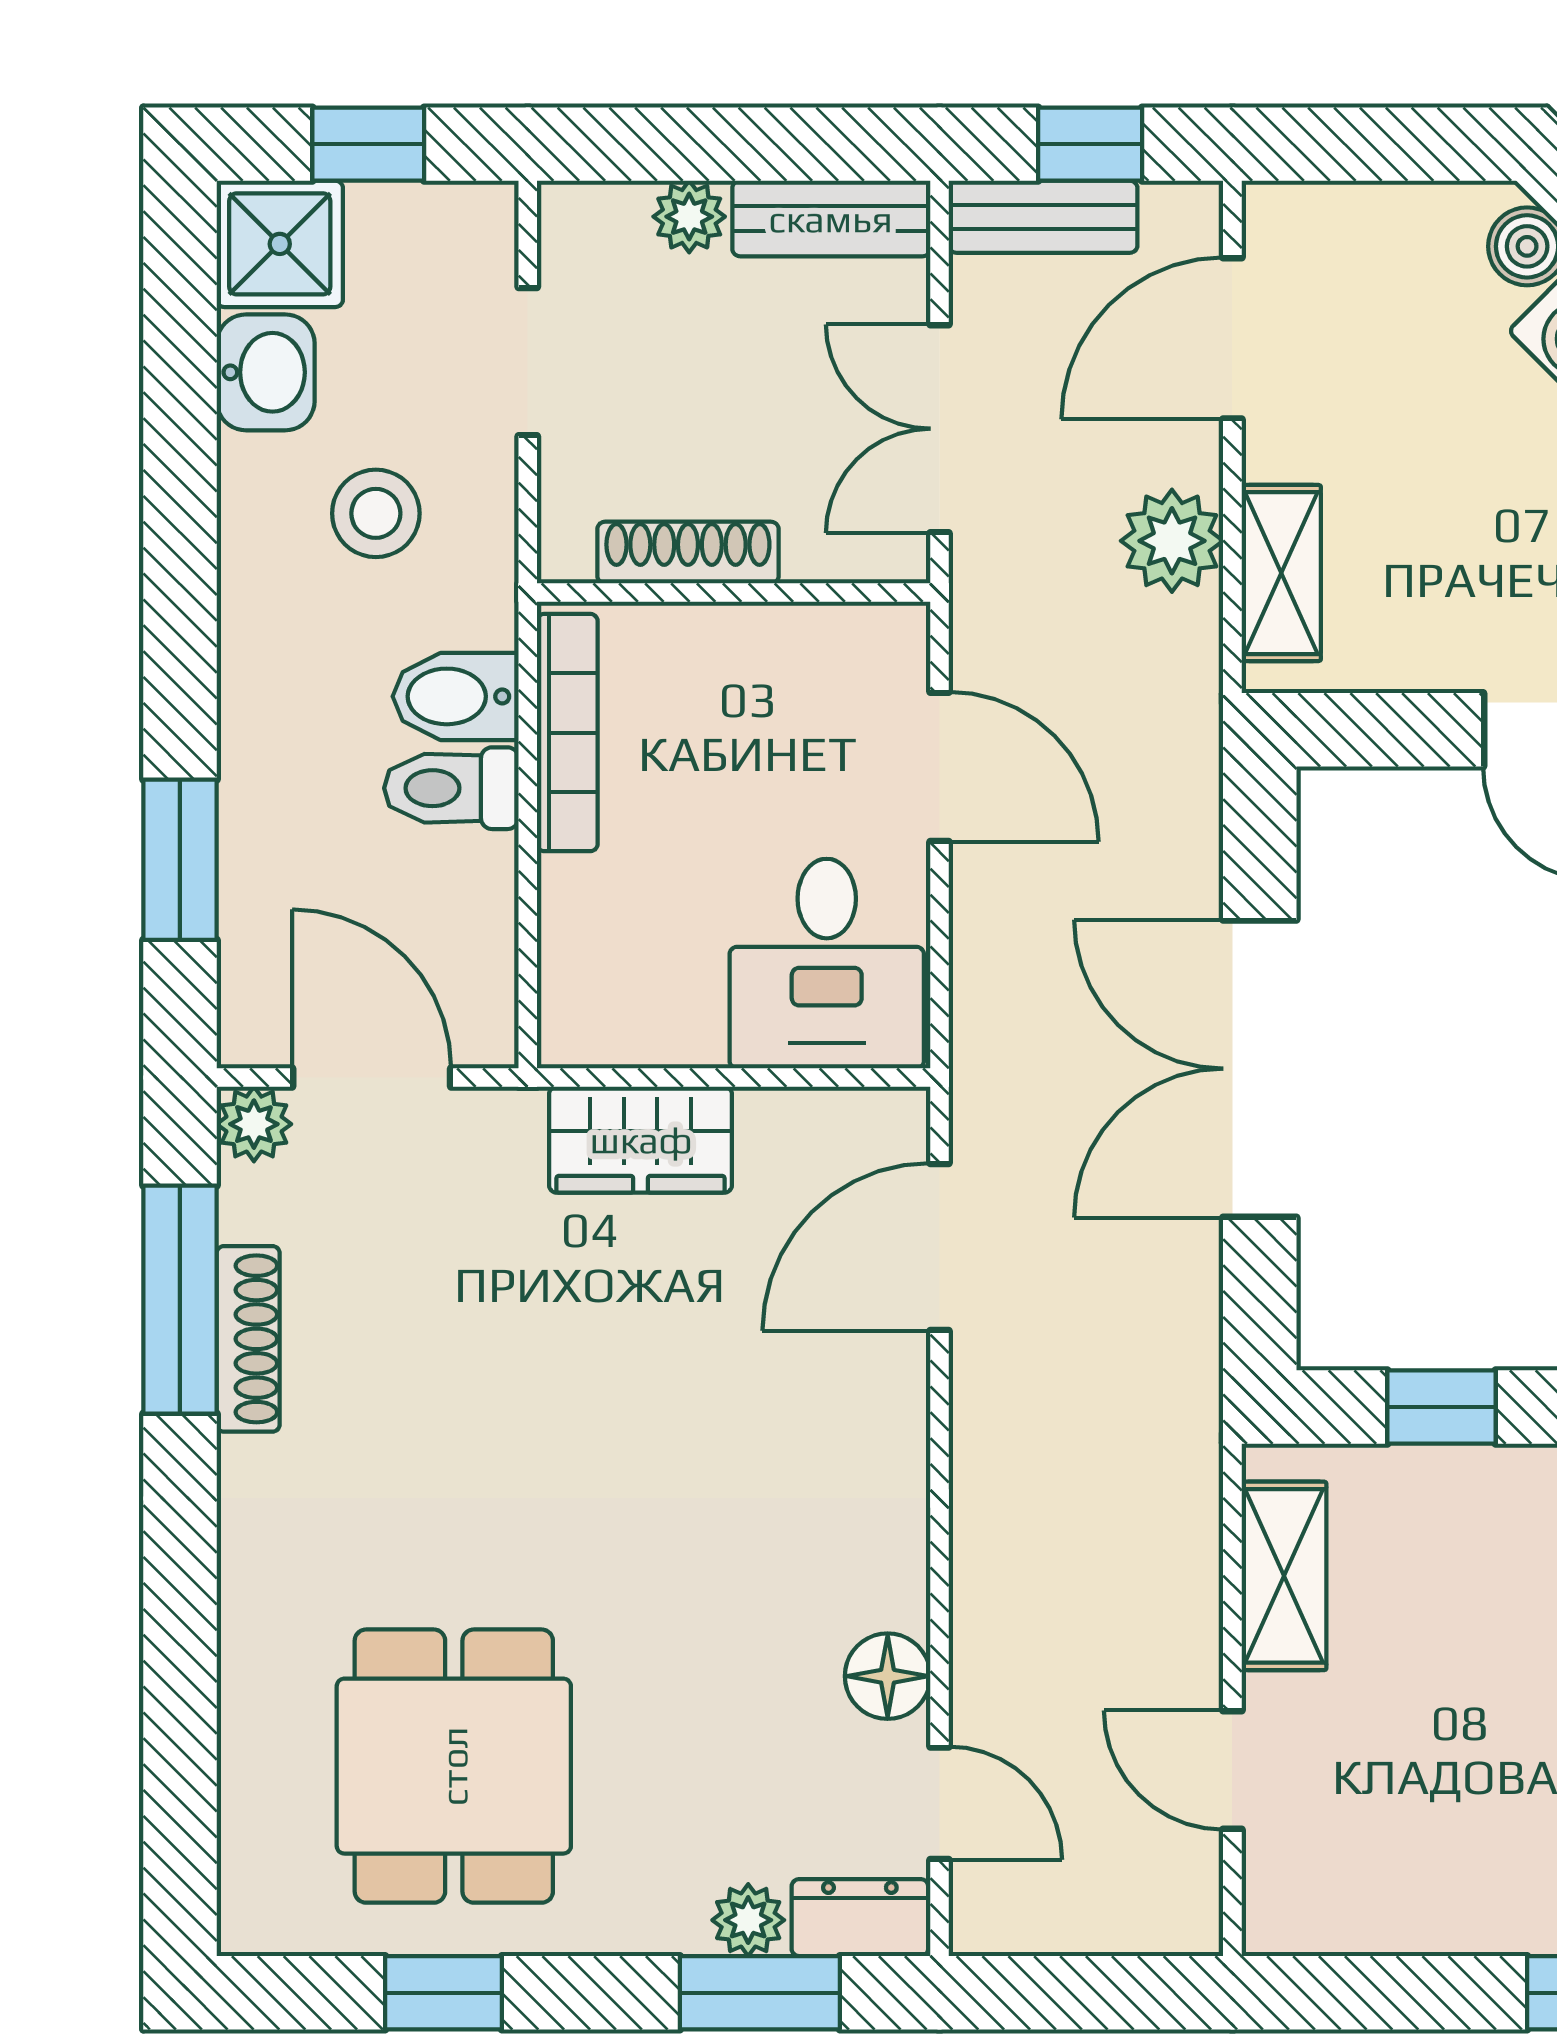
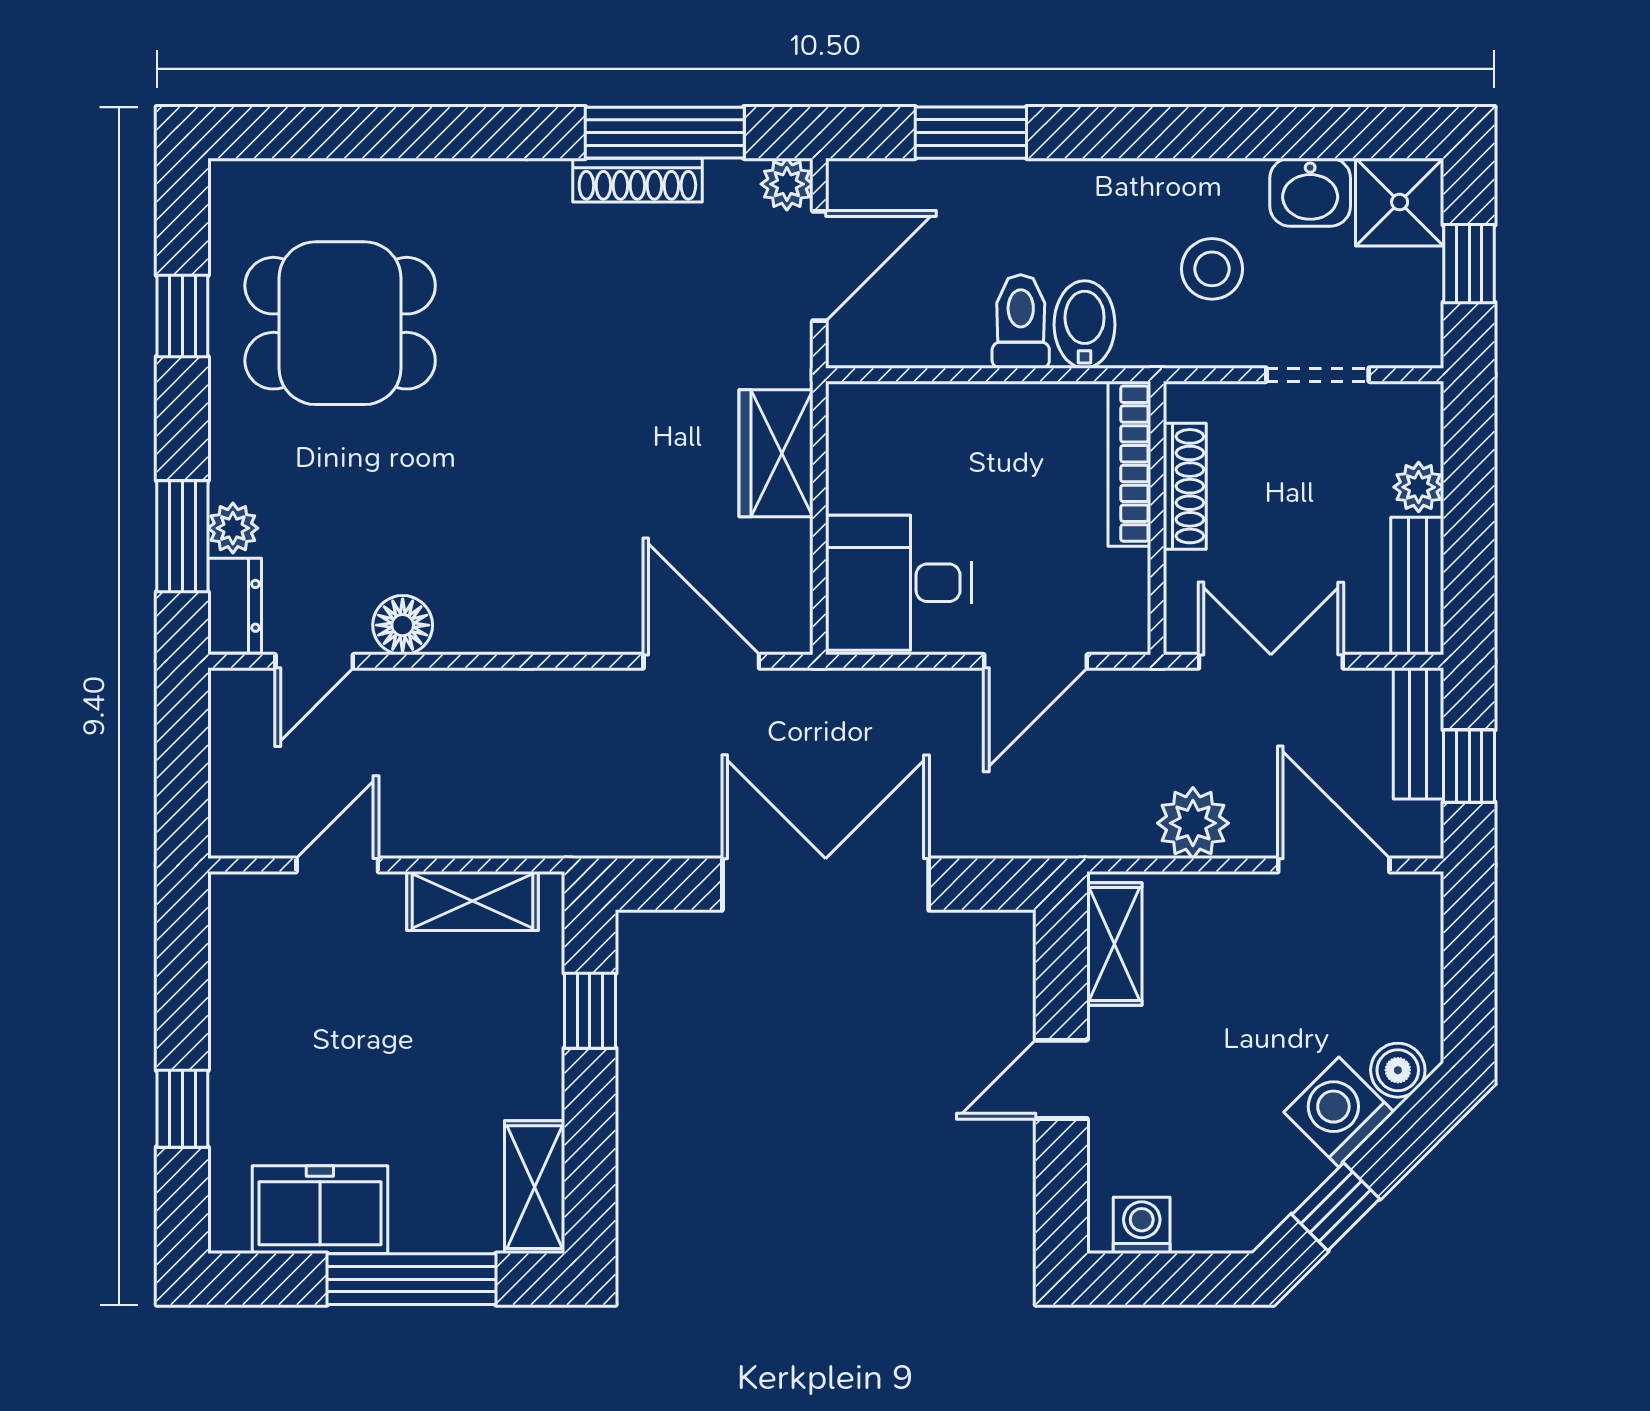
shelving: (1281, 573) -> (1114, 944), moved, turned 90
bookcase: (567, 733) -> (1129, 464), moved, turned 90

